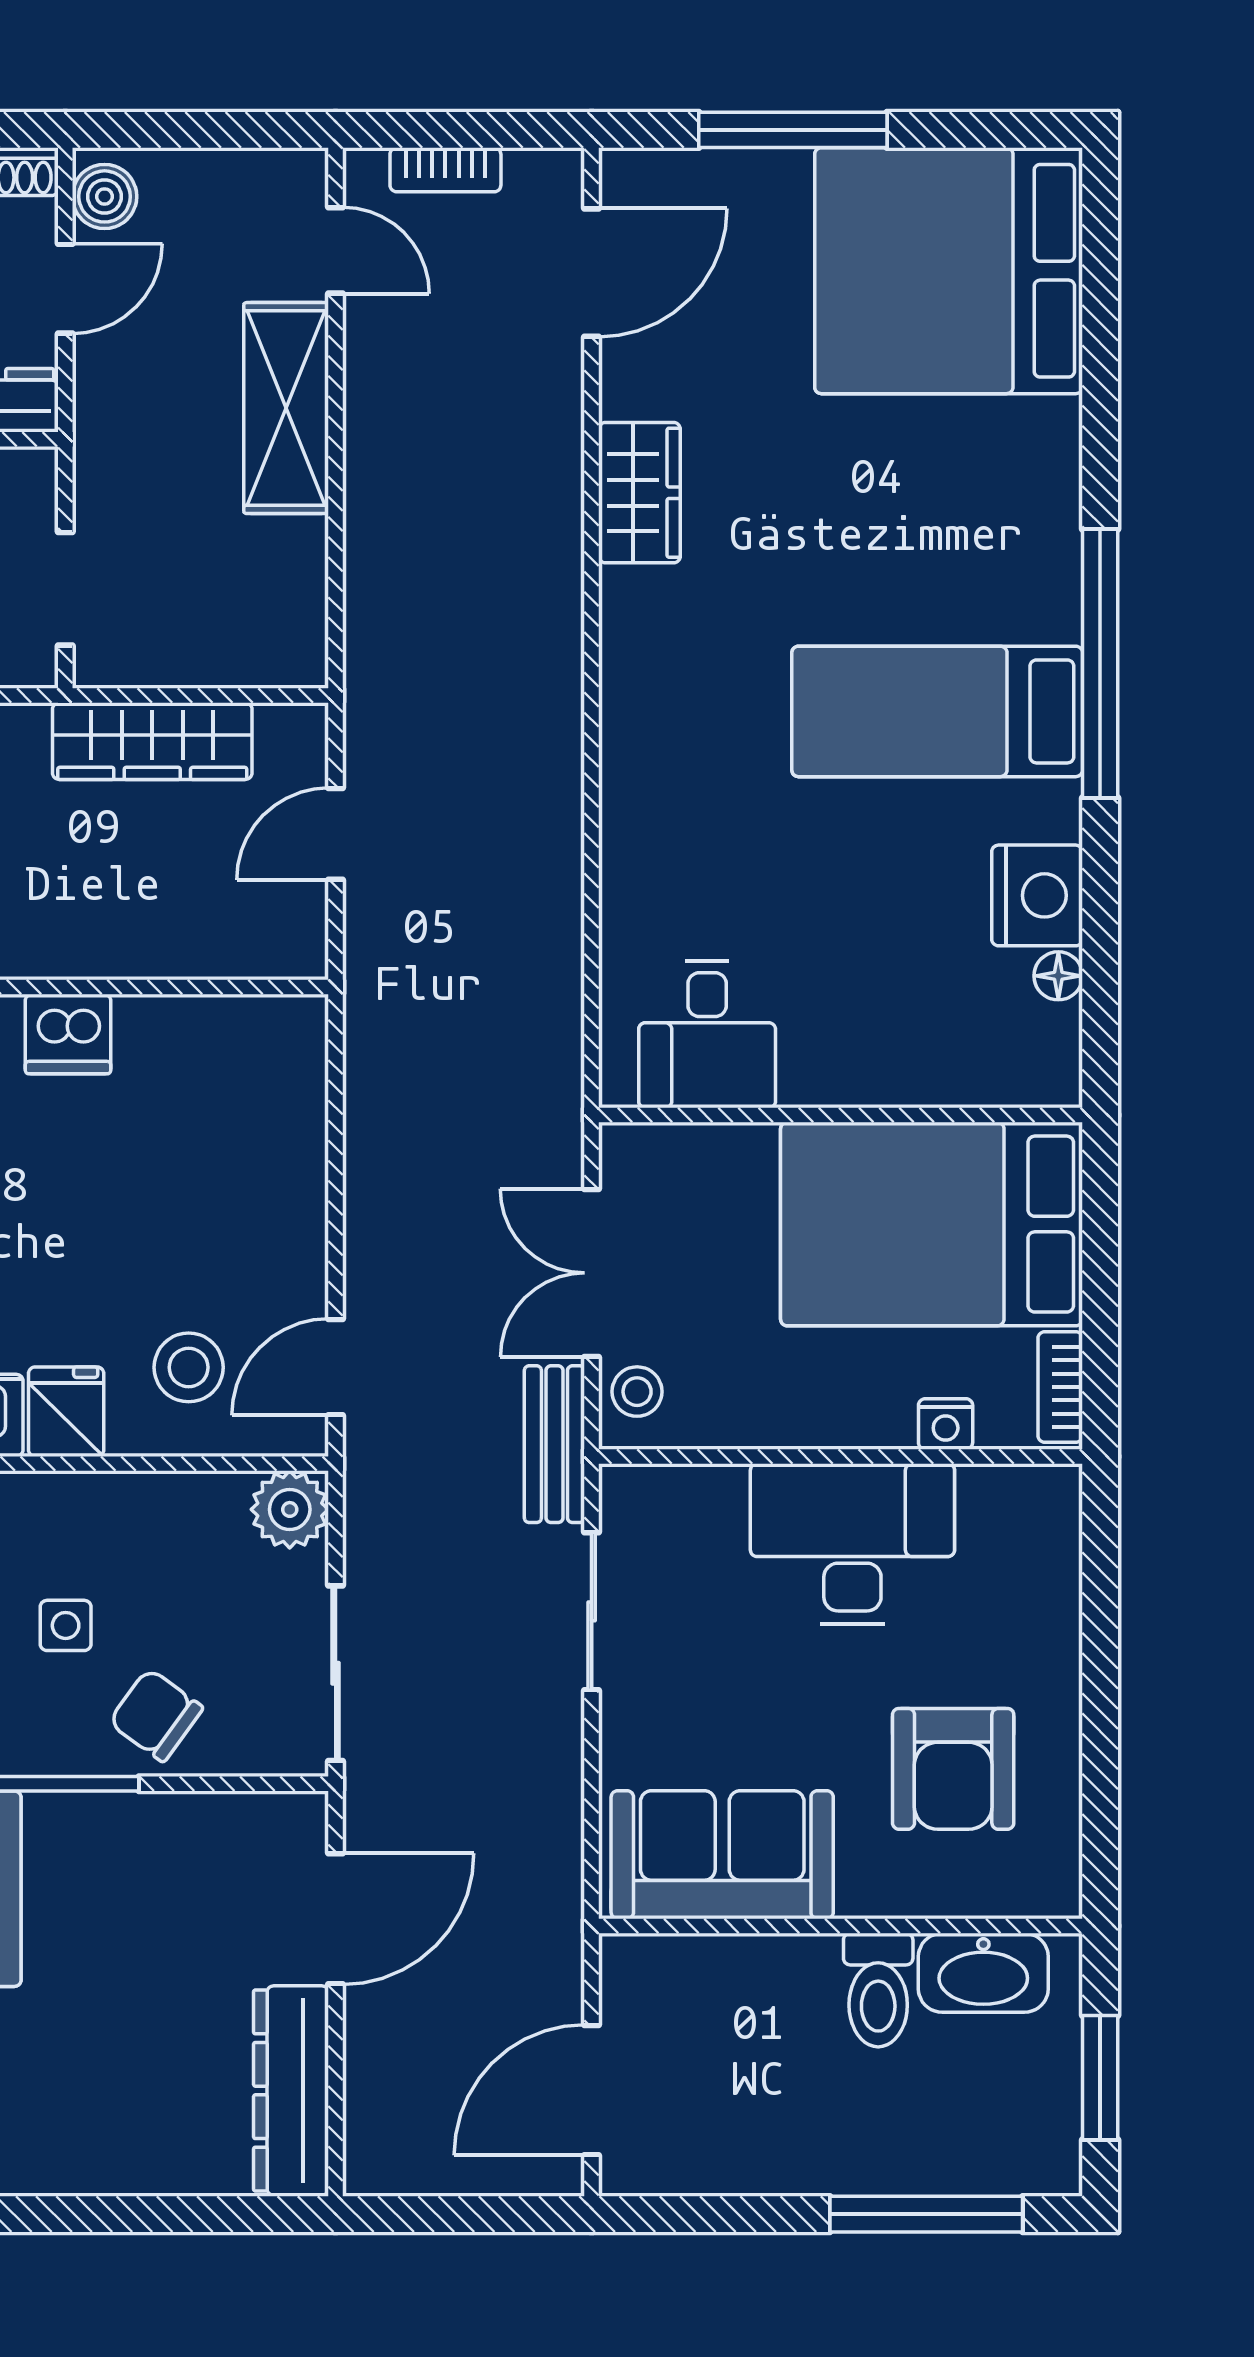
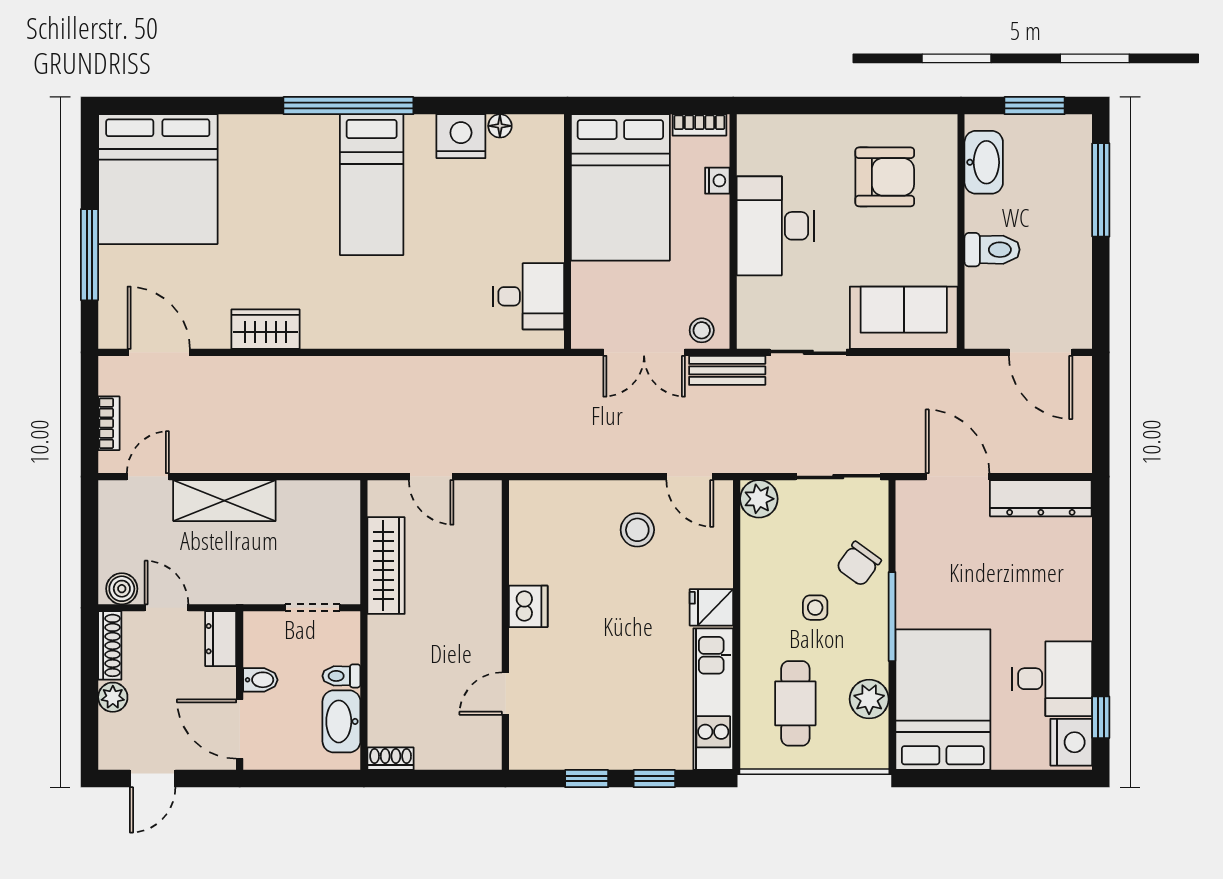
stool: (189, 1367) -> (637, 530), moved
sofa: (722, 1855) -> (904, 318), moved, turned 90
toilet: (878, 1990) -> (992, 250), moved

